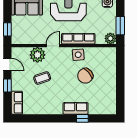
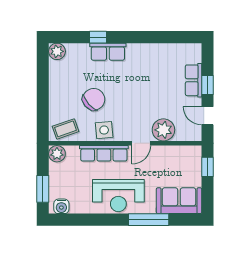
window: (120, 26) -> (43, 189), moved
coffee table: (42, 78) -> (66, 129), moved
row of seats: (17, 103) -> (193, 80), moved
plant: (110, 109) -> (57, 51), added

